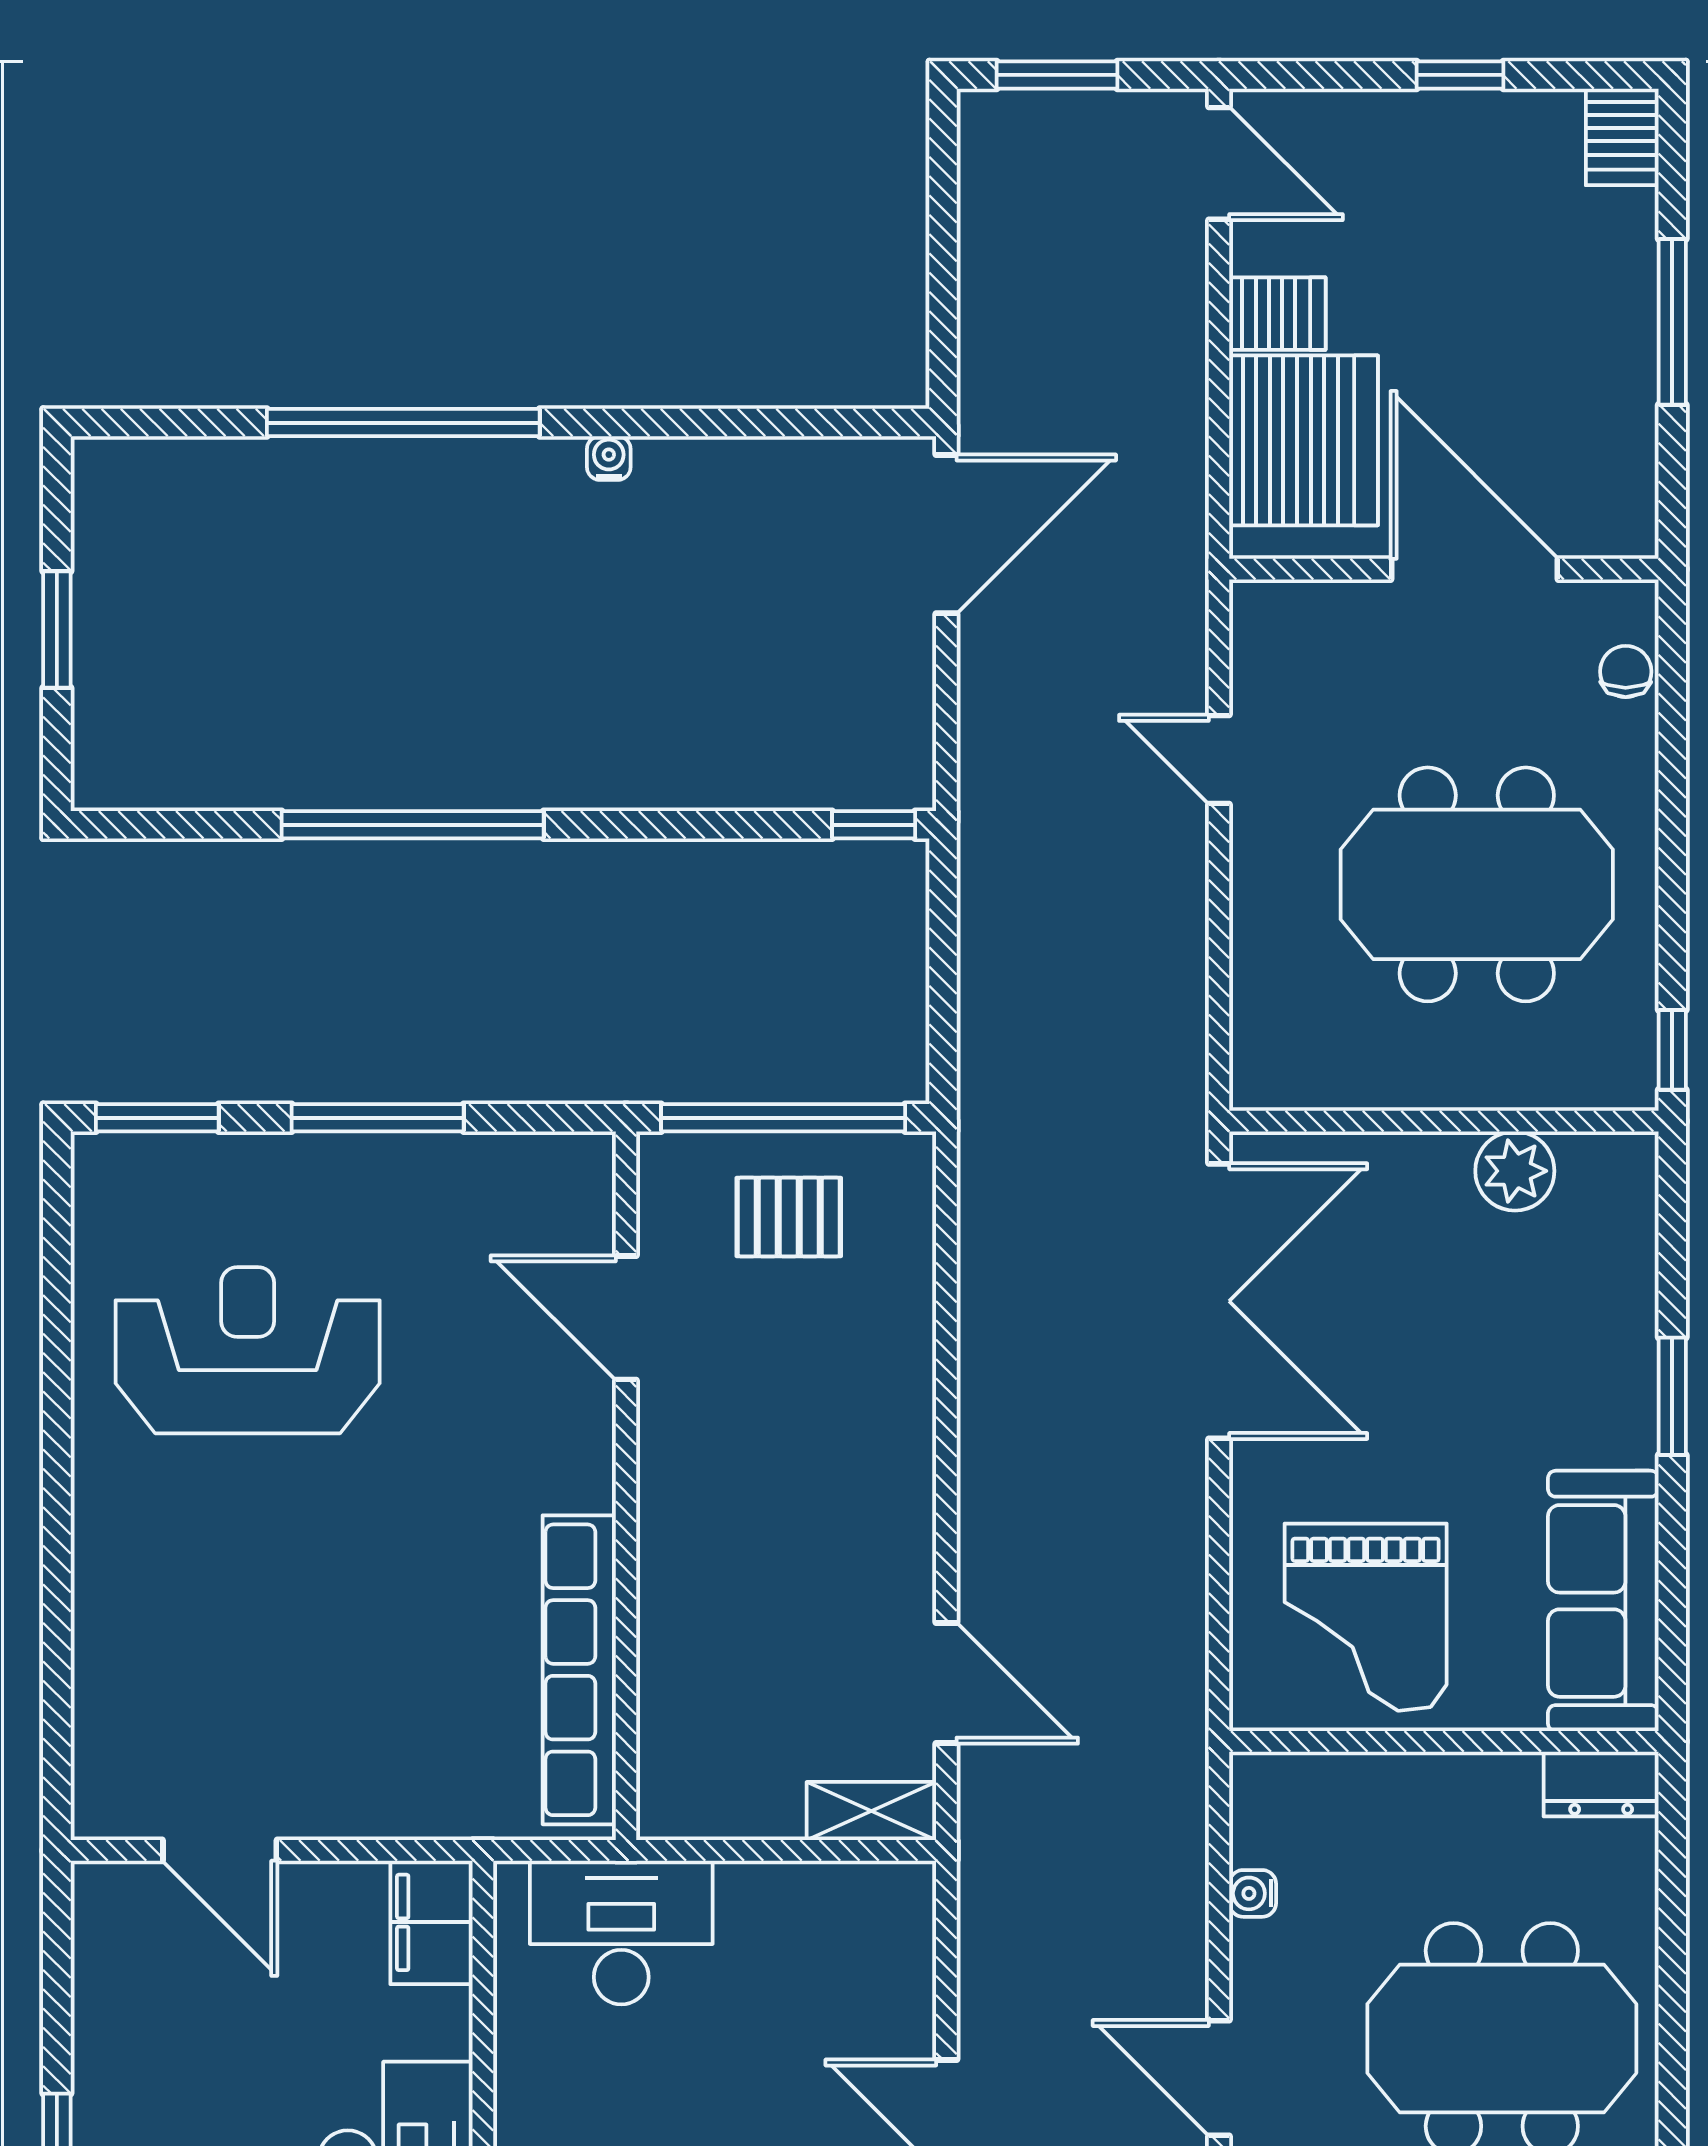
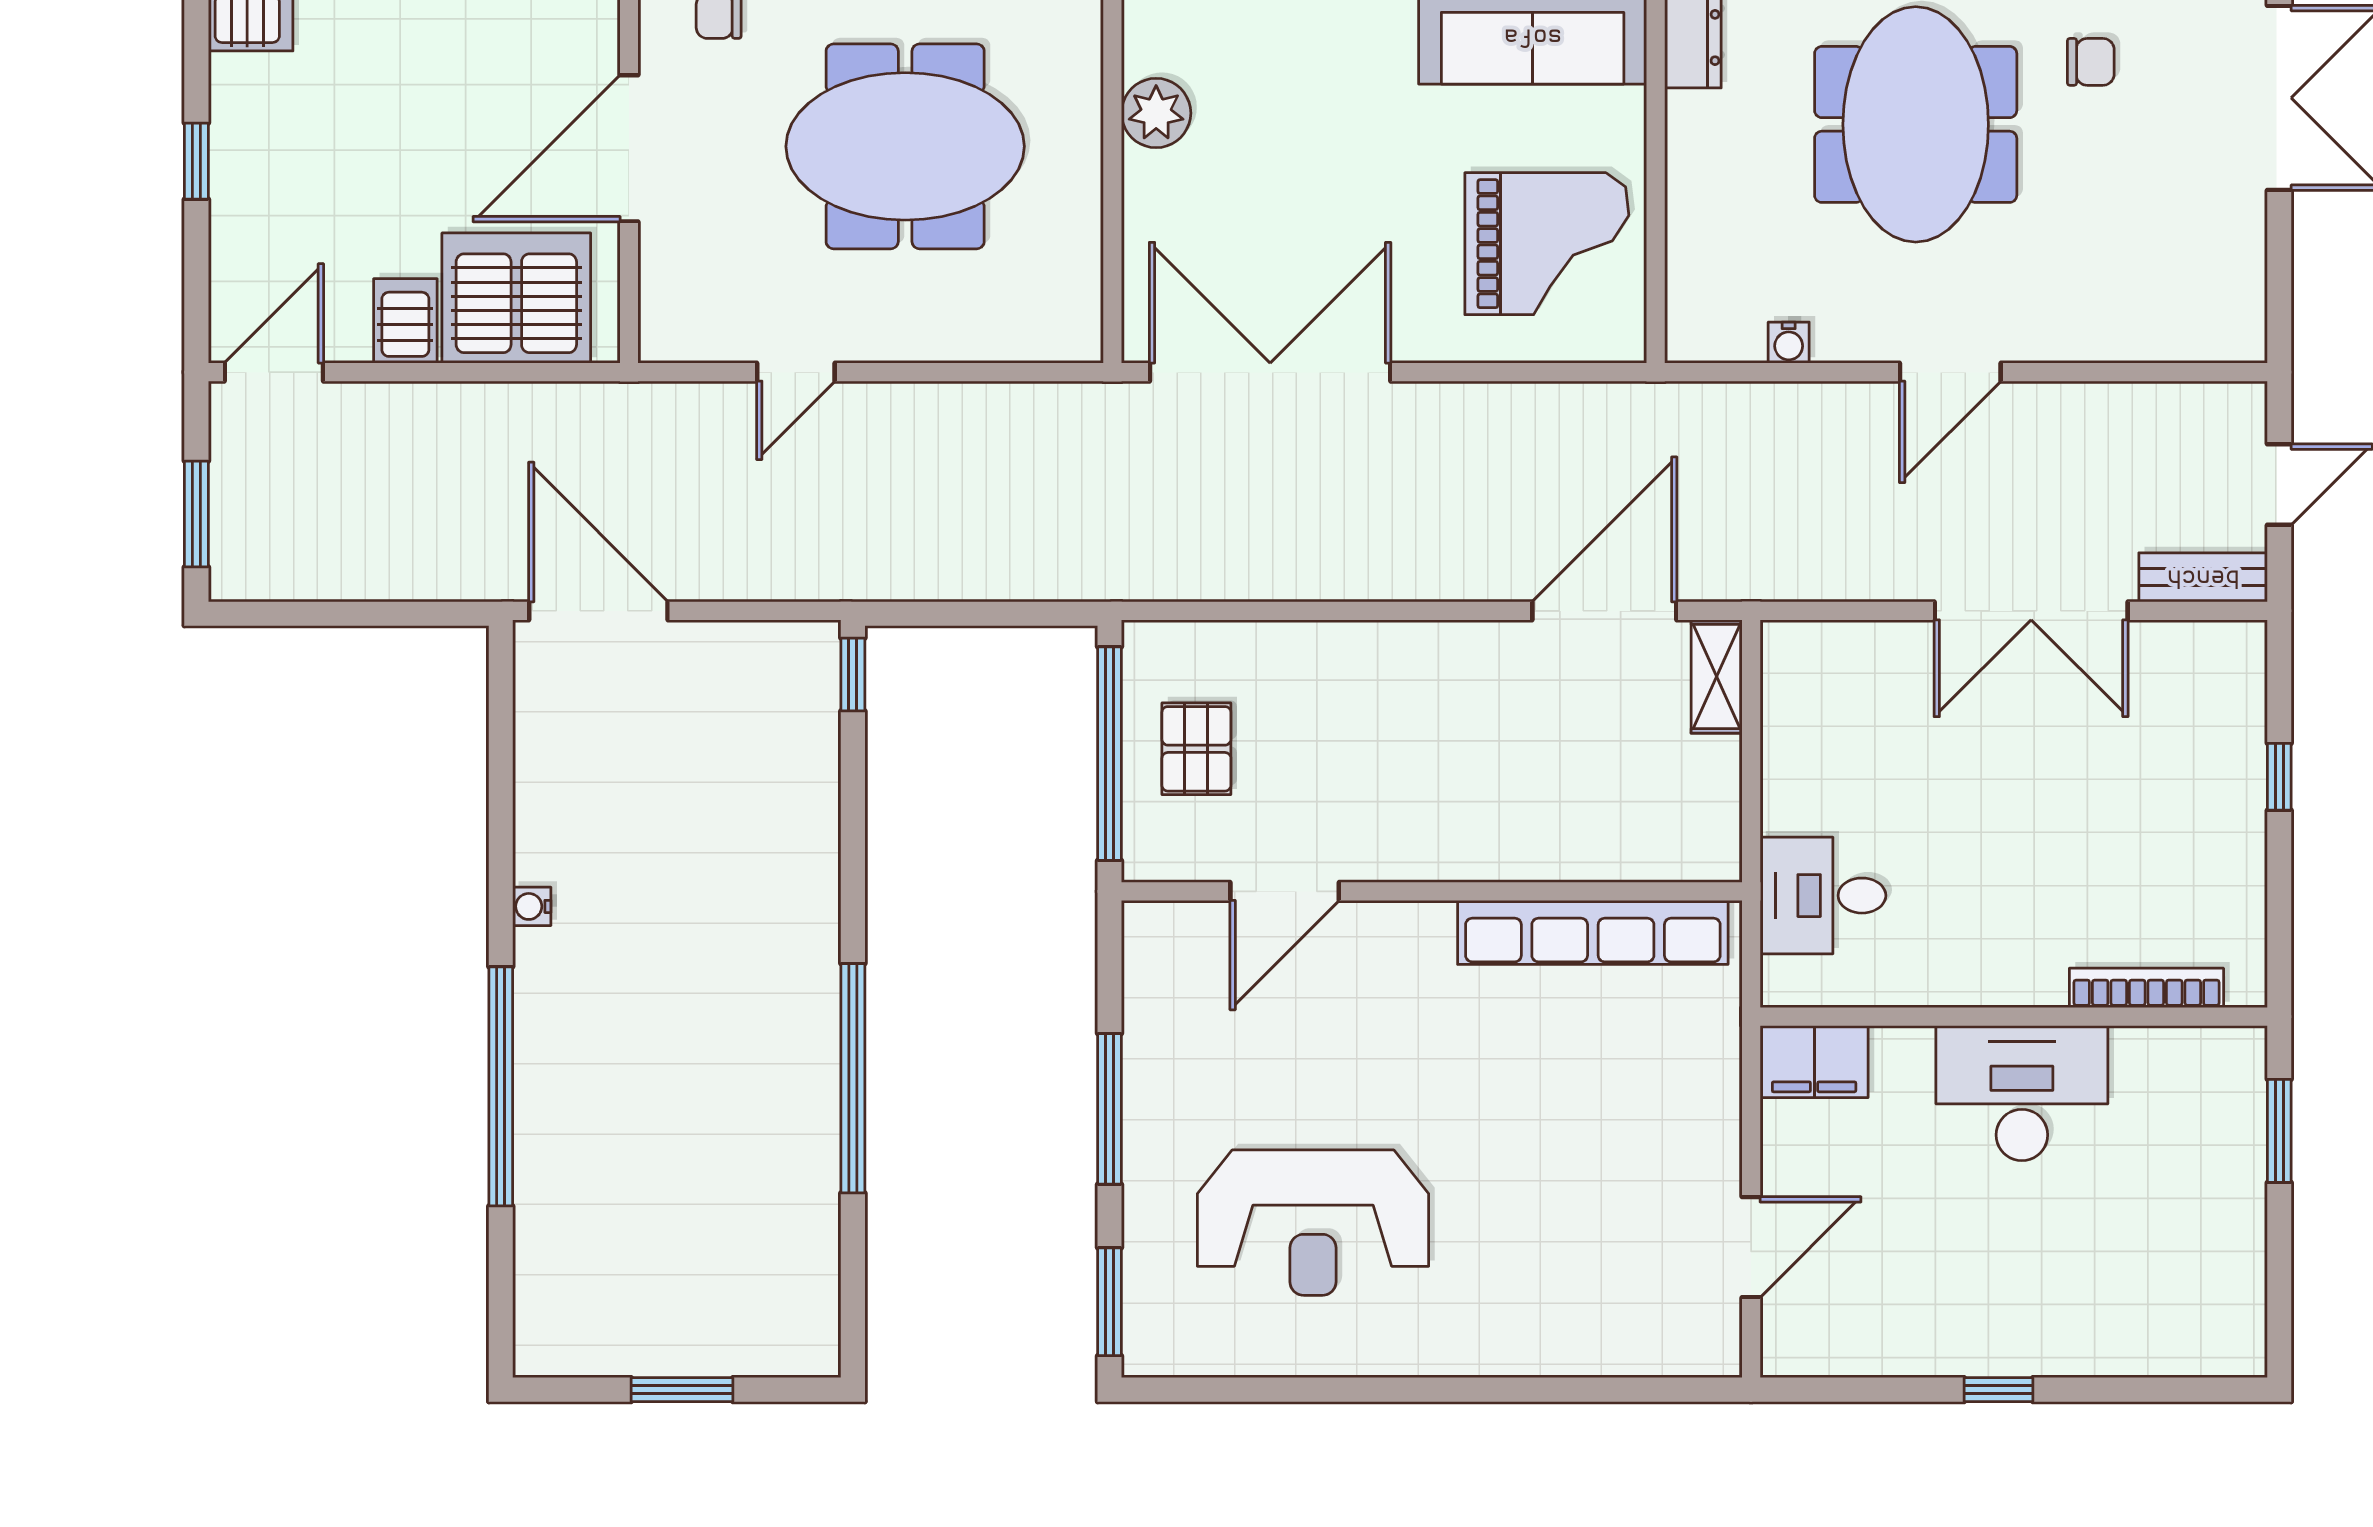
meeting table: (1477, 884) -> (905, 146), turned 90
reception desk: (248, 1350) -> (1313, 1223), turned -90
door: (946, 1683) -> (1604, 611), width x1.36
desk: (621, 1933) -> (1823, 896), width x0.73

